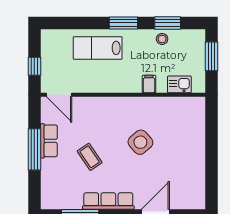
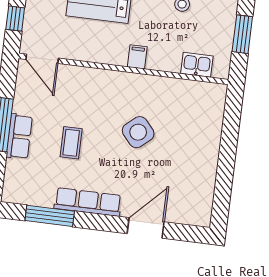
filing cabinet: (149, 84) -> (137, 57), moved
row of seats: (49, 141) -> (19, 136), moved
coffee table: (90, 157) -> (71, 143), turned 34

